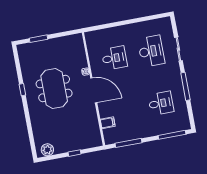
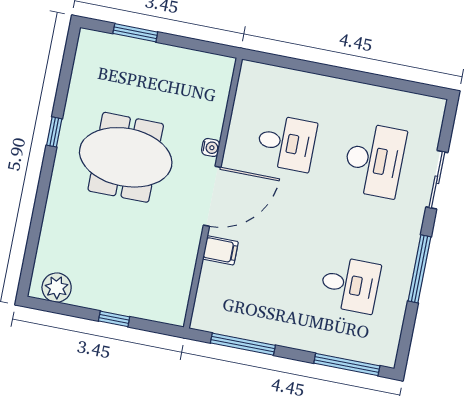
meeting table: (54, 89) -> (126, 157), turned 90
door: (94, 90) -> (212, 196), hinge flipped
filing cabinet: (108, 123) -> (220, 250), moved

